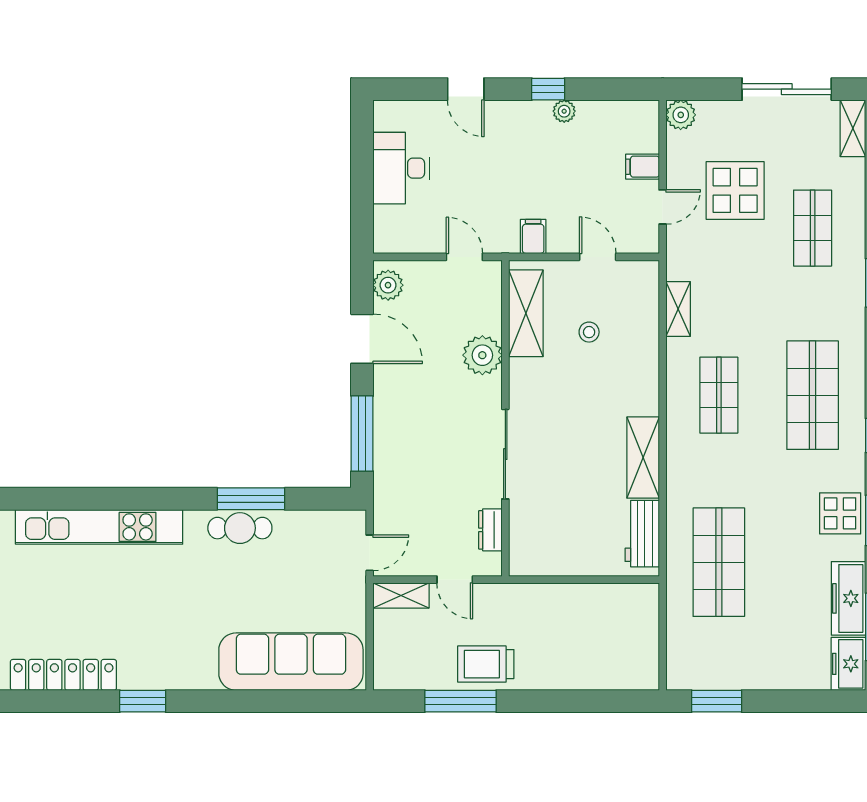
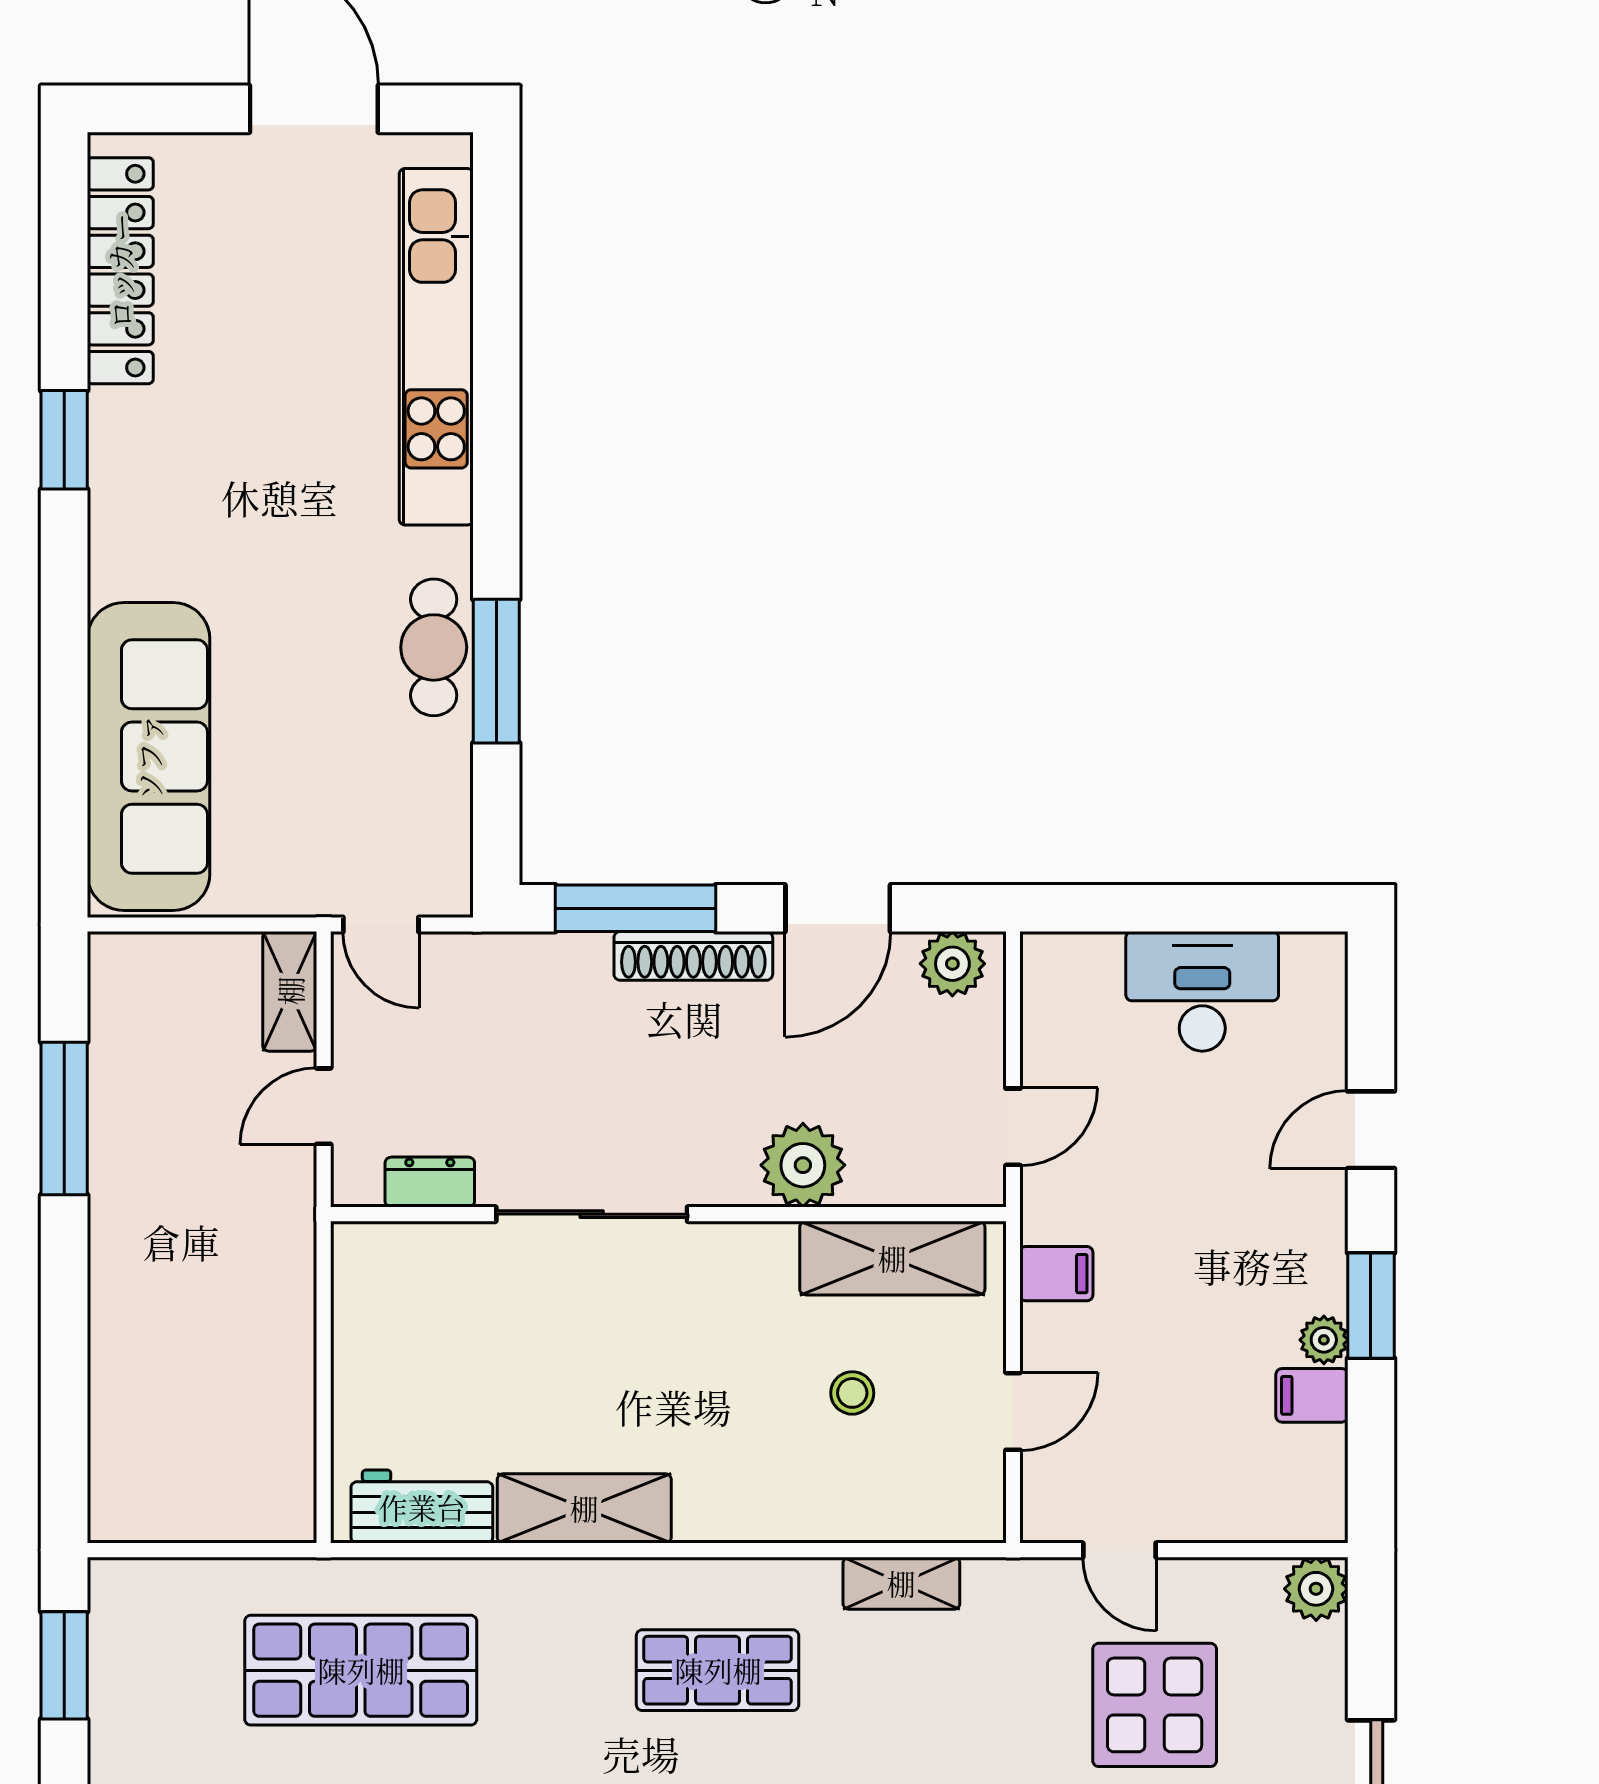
window: (548, 89) -> (1371, 1306), width x1.50
filing cabinet: (643, 167) -> (1312, 1395), moved, turned -90
shoe rack: (384, 406) -> (693, 956), added
trolley: (486, 664) -> (143, 1173), removed

